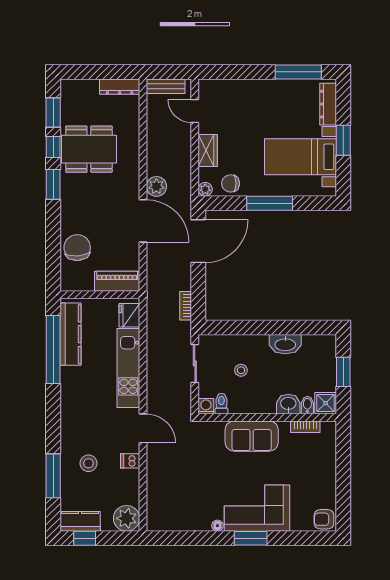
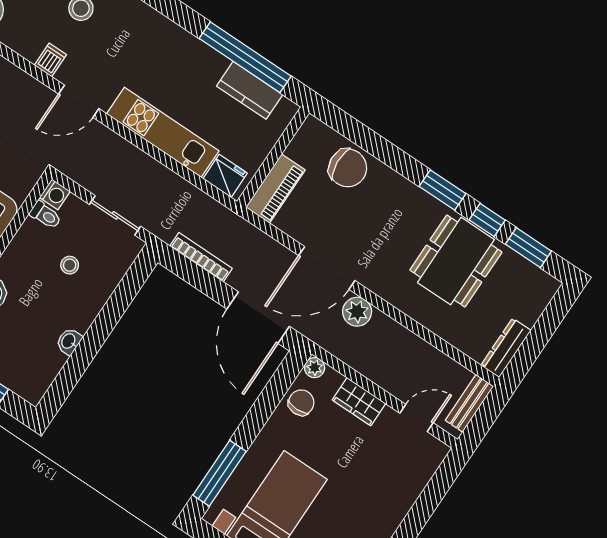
window: (270, 203) -> (220, 473), moved
bookcase: (186, 306) -> (201, 257), width x1.56
kitchen counter: (70, 334) -> (250, 90), width x0.67
washbasin: (285, 344) -> (69, 341), width x0.52, depth x0.69

